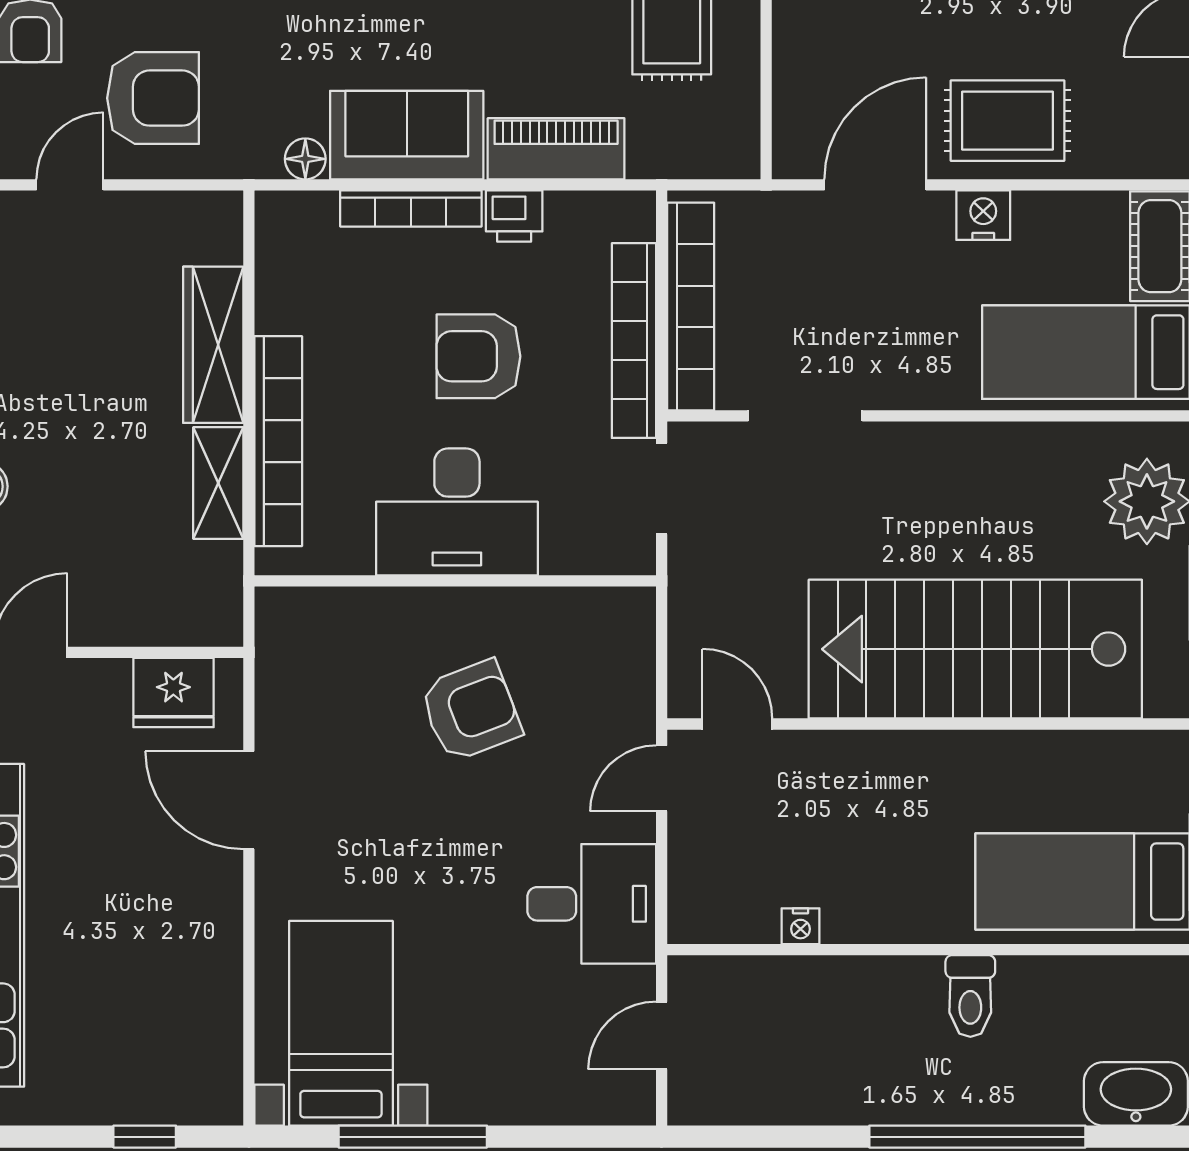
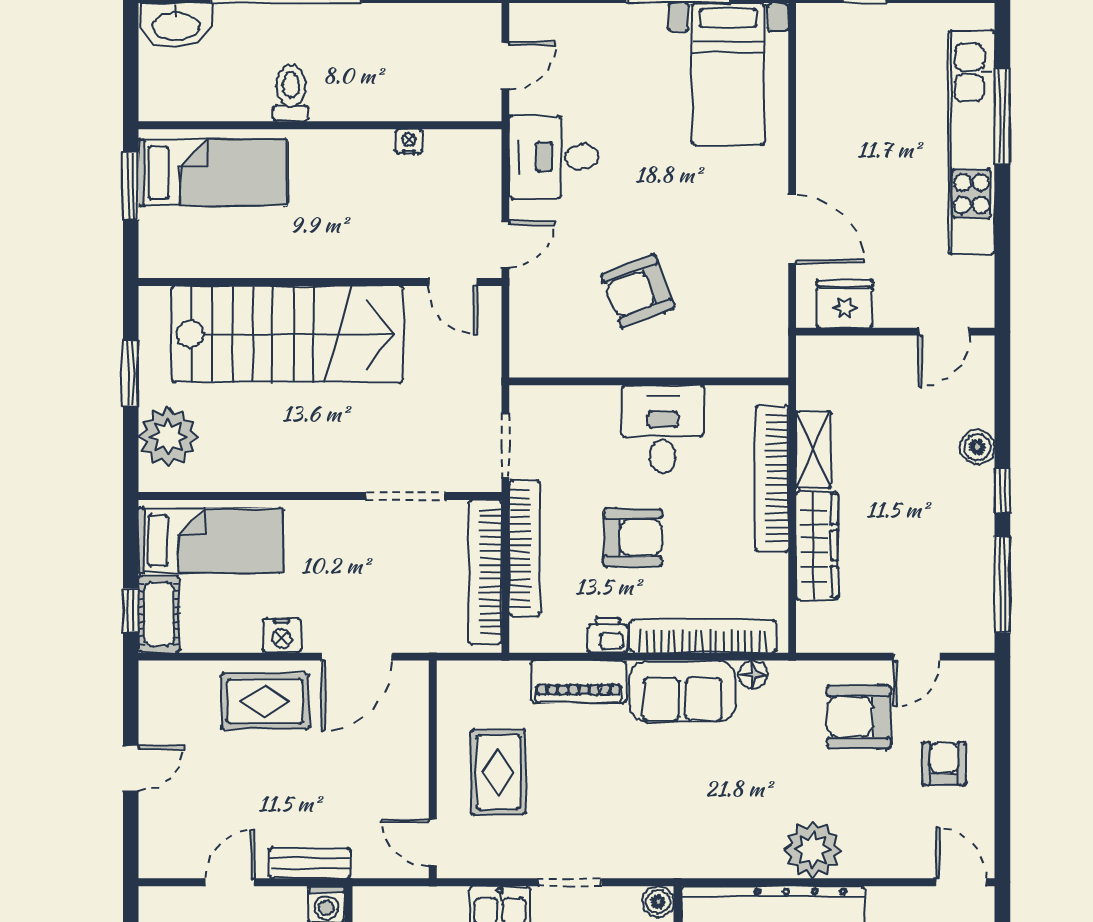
bookcase: (411, 208) -> (703, 636), width x1.48, depth x1.31
desk: (457, 512) -> (663, 429), width x0.73

